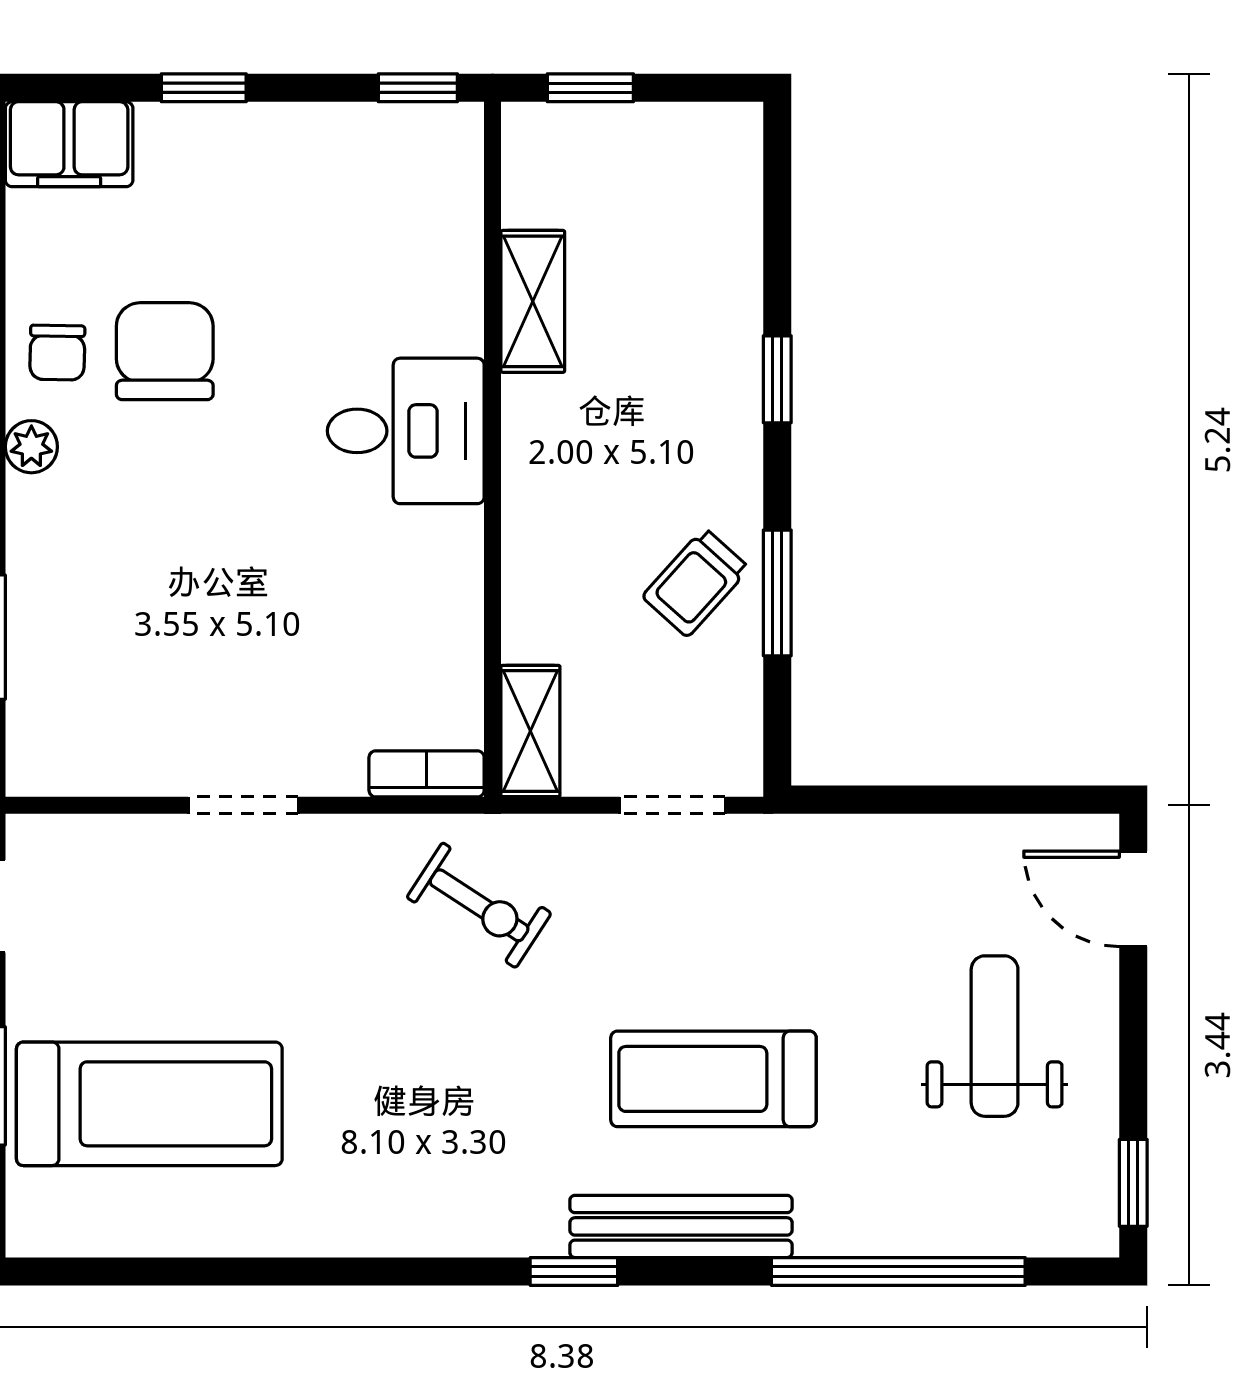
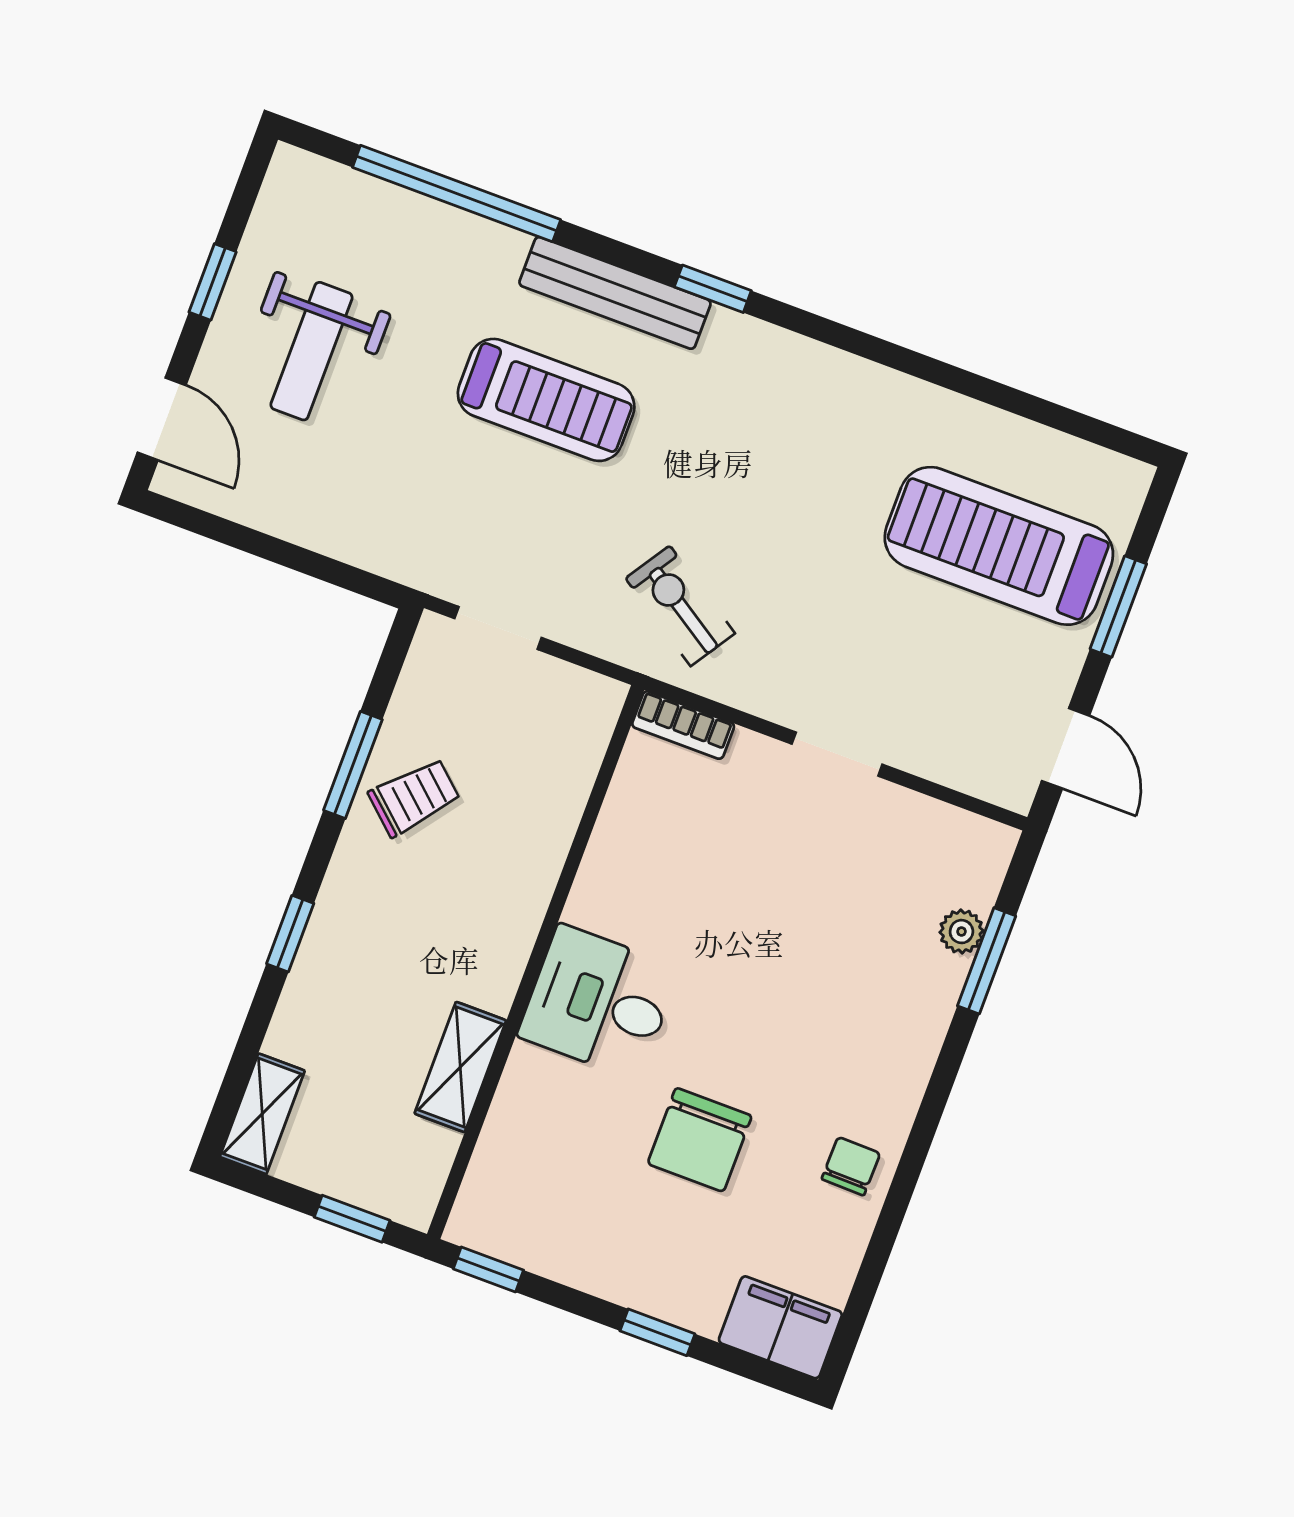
chair: (165, 351) -> (700, 1140), moved
plant: (31, 447) -> (961, 932), moved
shelving: (530, 731) -> (262, 1114), moved
window: (1133, 1183) -> (213, 282), moved

